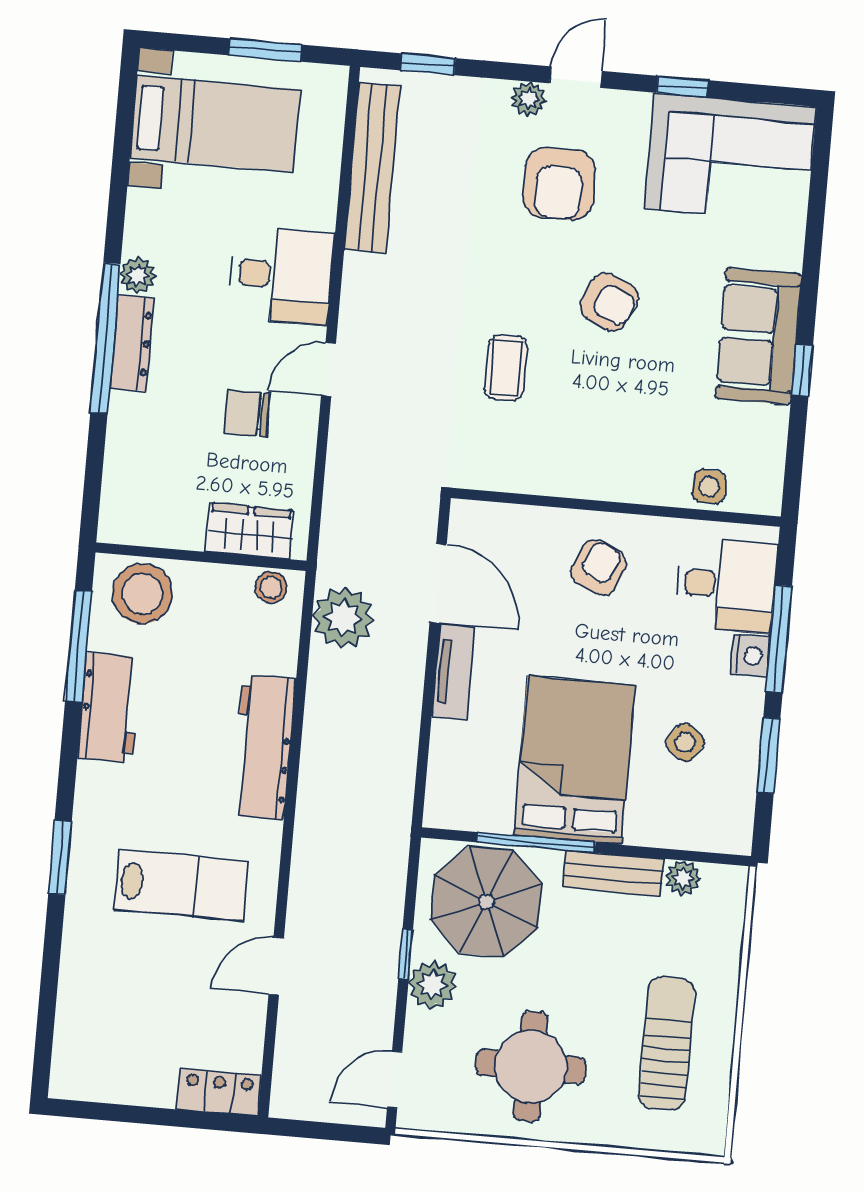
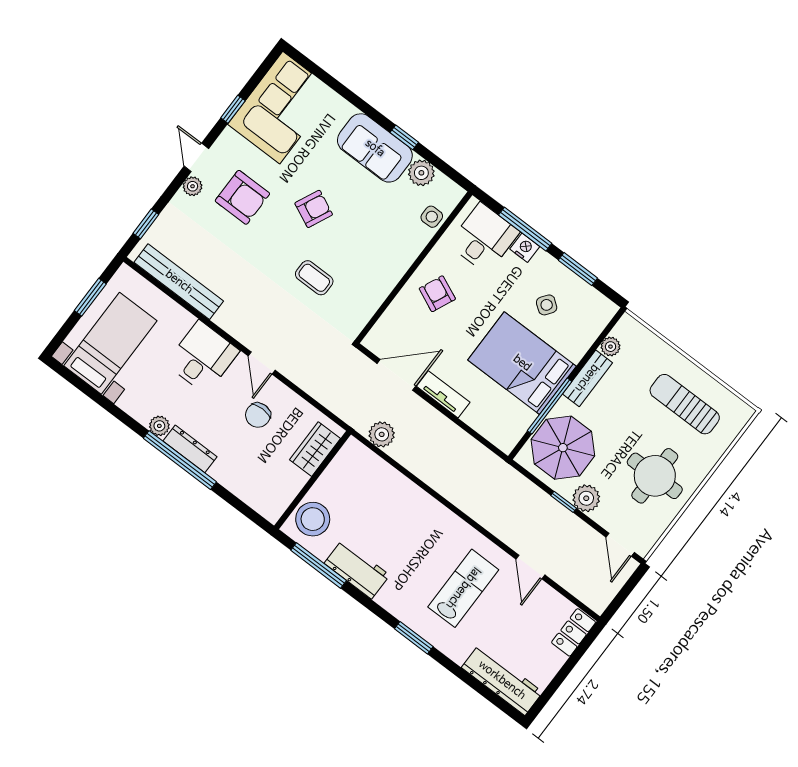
plant: (765, 430) -> (421, 173), added
stool: (271, 587) -> (348, 456), removed
plant: (343, 618) -> (382, 434), width x0.73, depth x0.73
workbench: (264, 747) -> (502, 680), moved, turned 180

